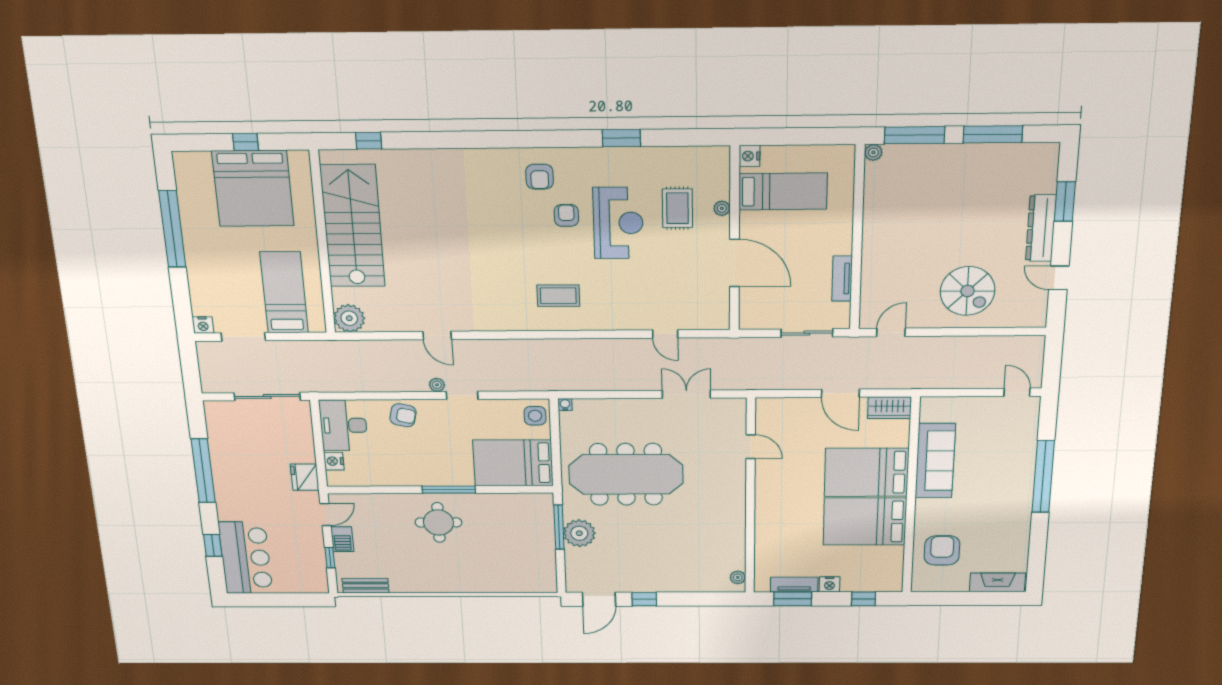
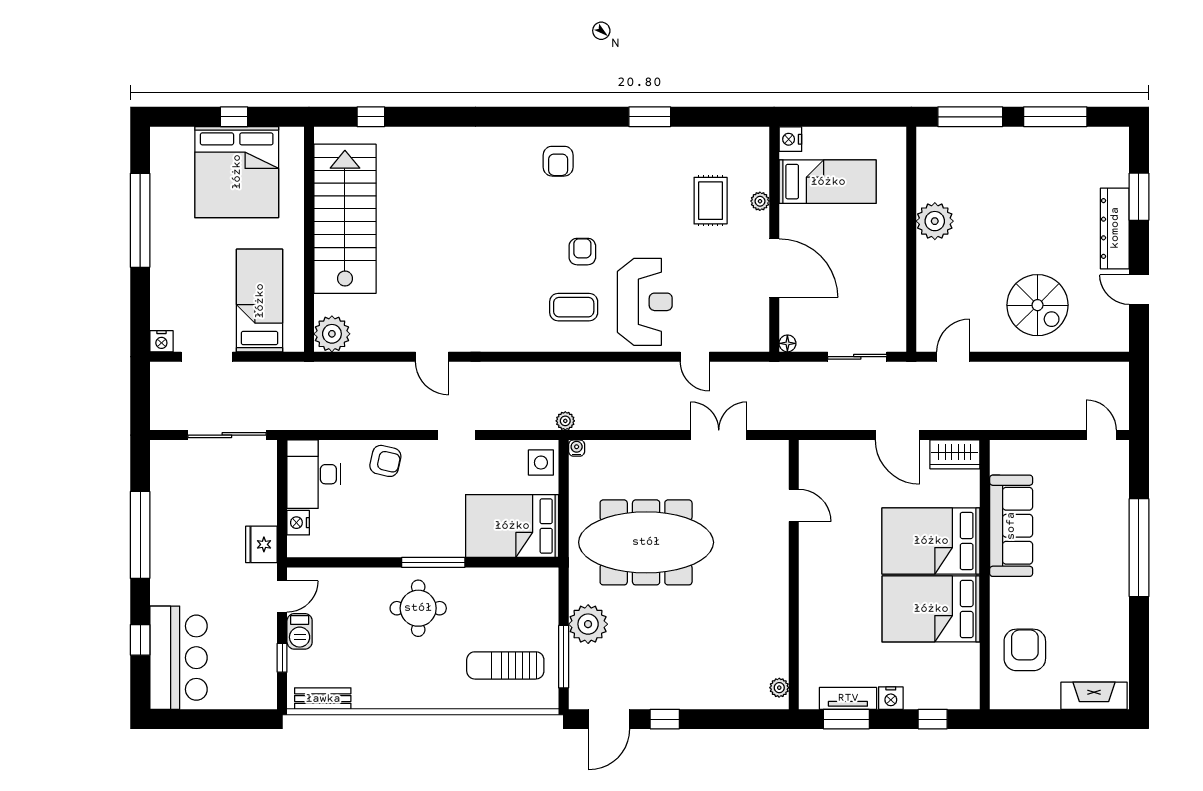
plant: (873, 152) -> (935, 221), moved, width x1.88, depth x1.88
armchair: (566, 215) -> (582, 252), moved
reception desk: (618, 223) -> (645, 302), moved
tv unit: (842, 279) -> (896, 288), removed
floor lamp: (746, 323) -> (787, 343), added
plant: (437, 385) -> (565, 421), moved
window: (559, 527) -> (564, 657), moved
sun lounger: (513, 562) -> (505, 665), added

